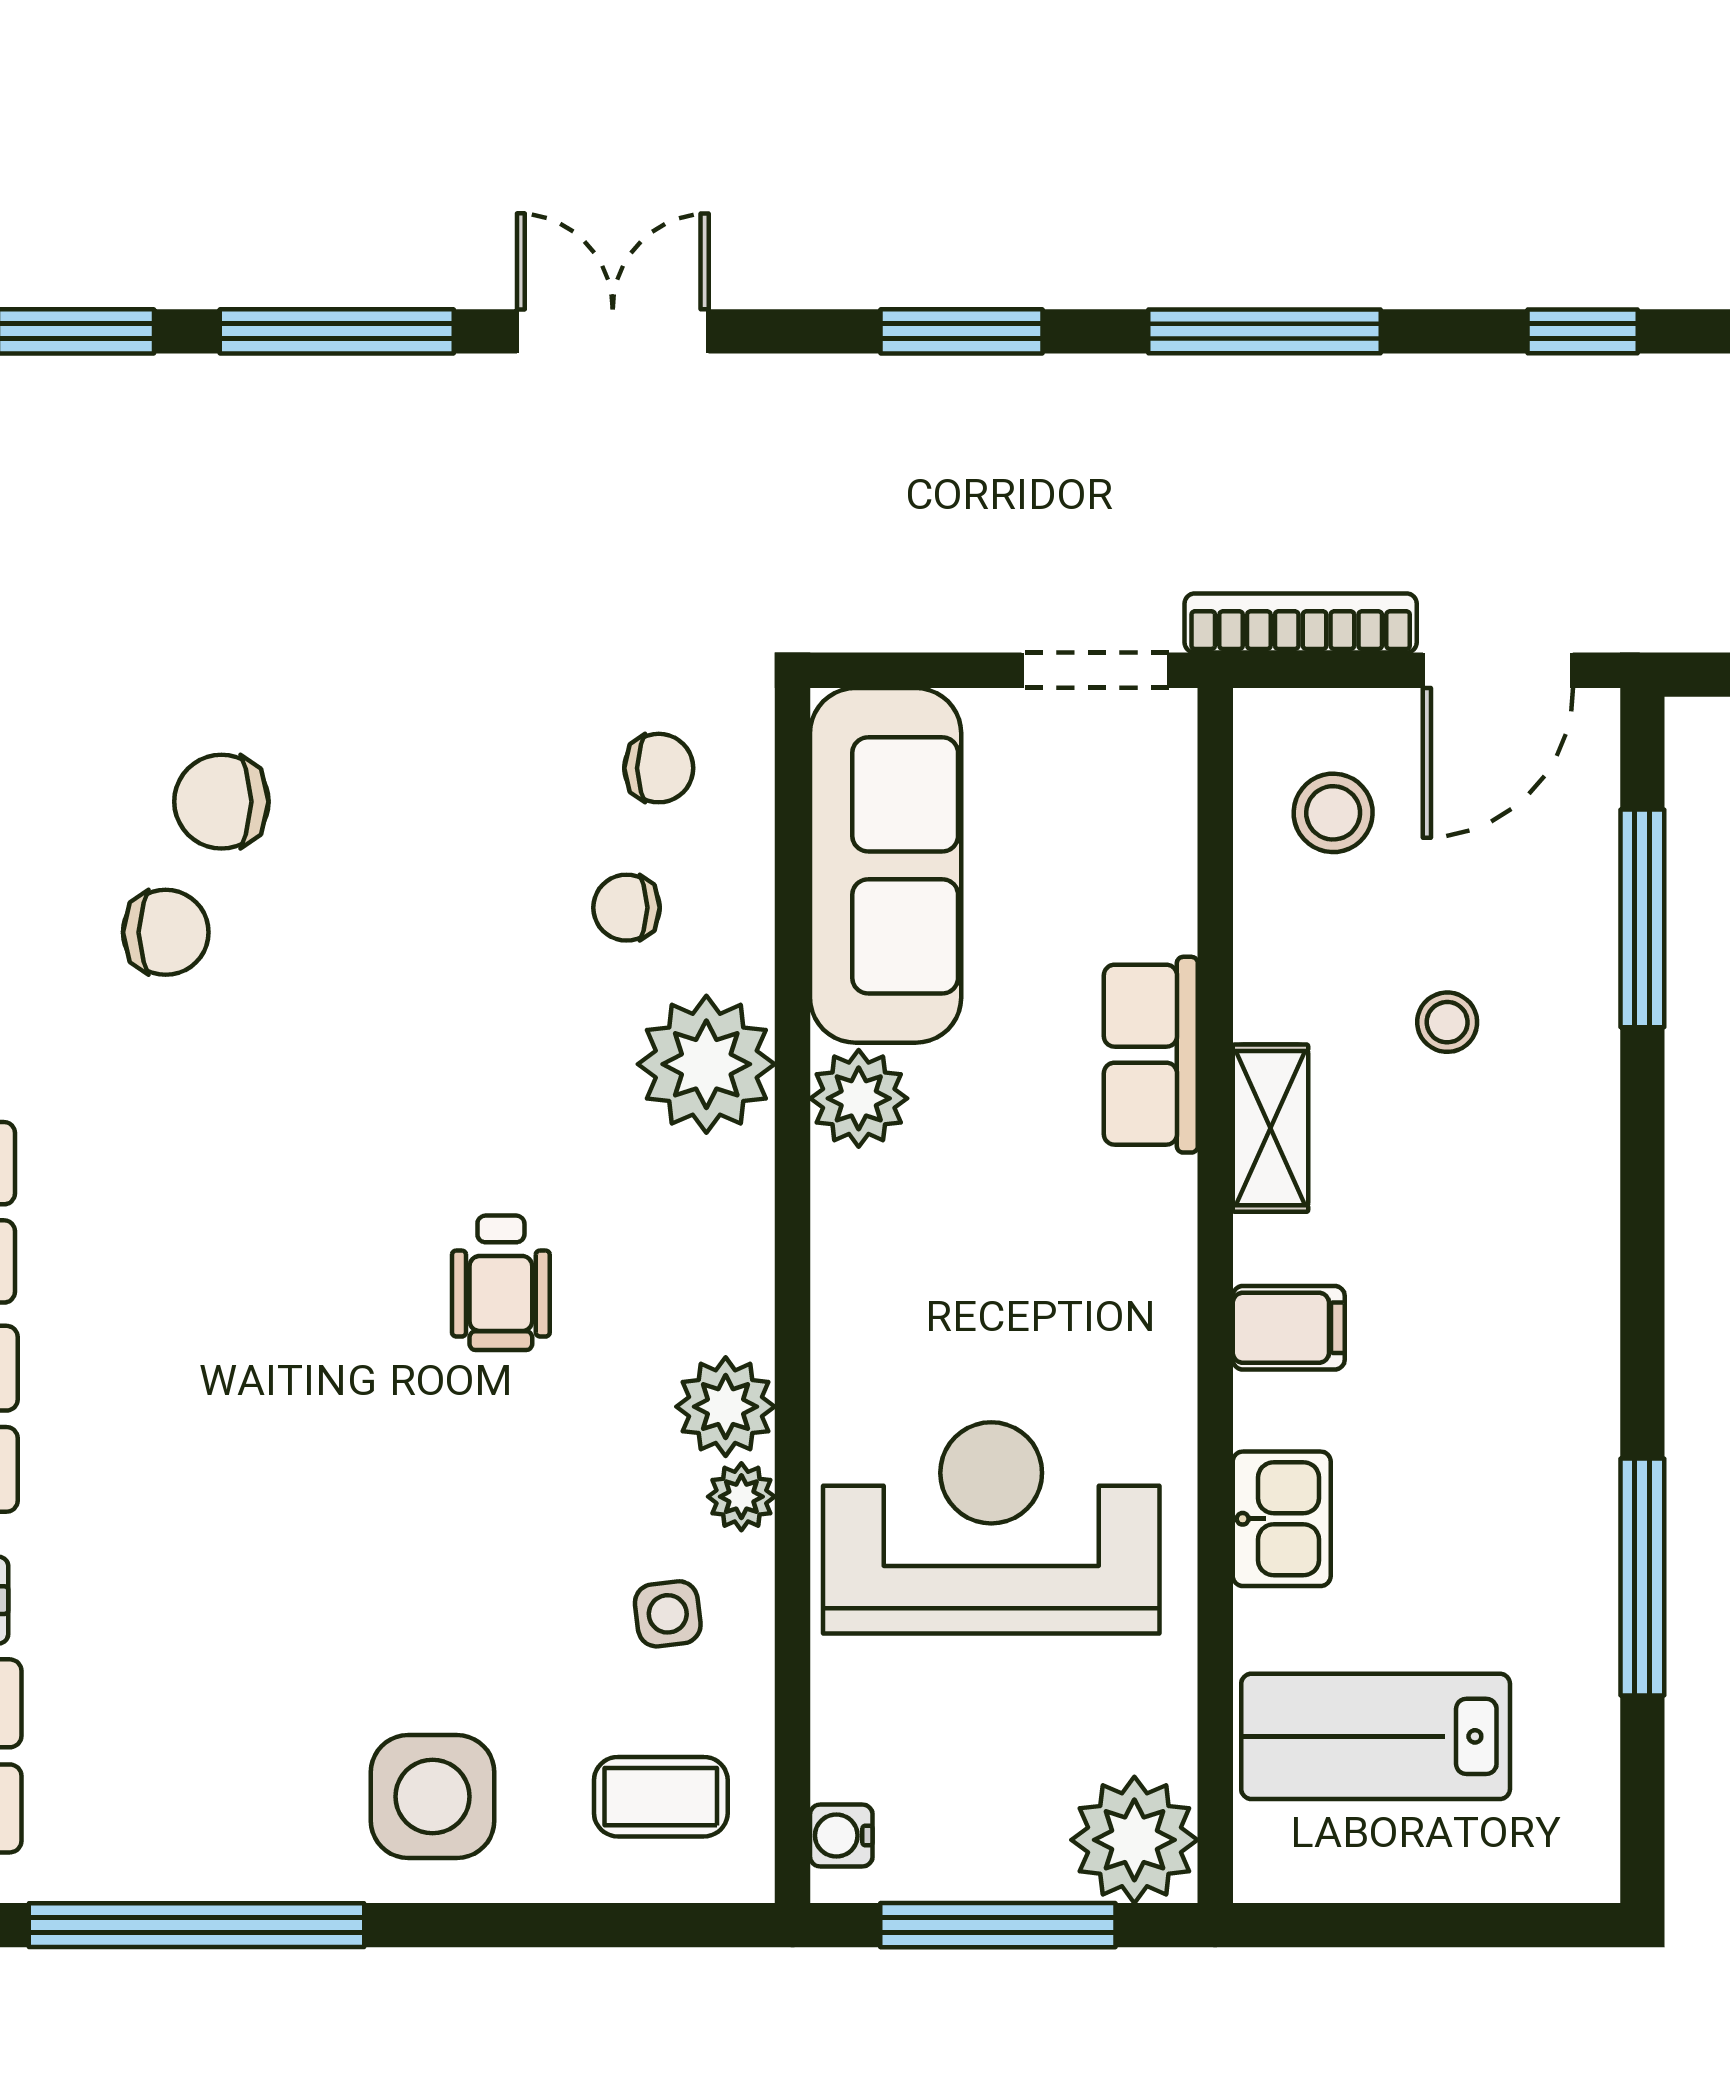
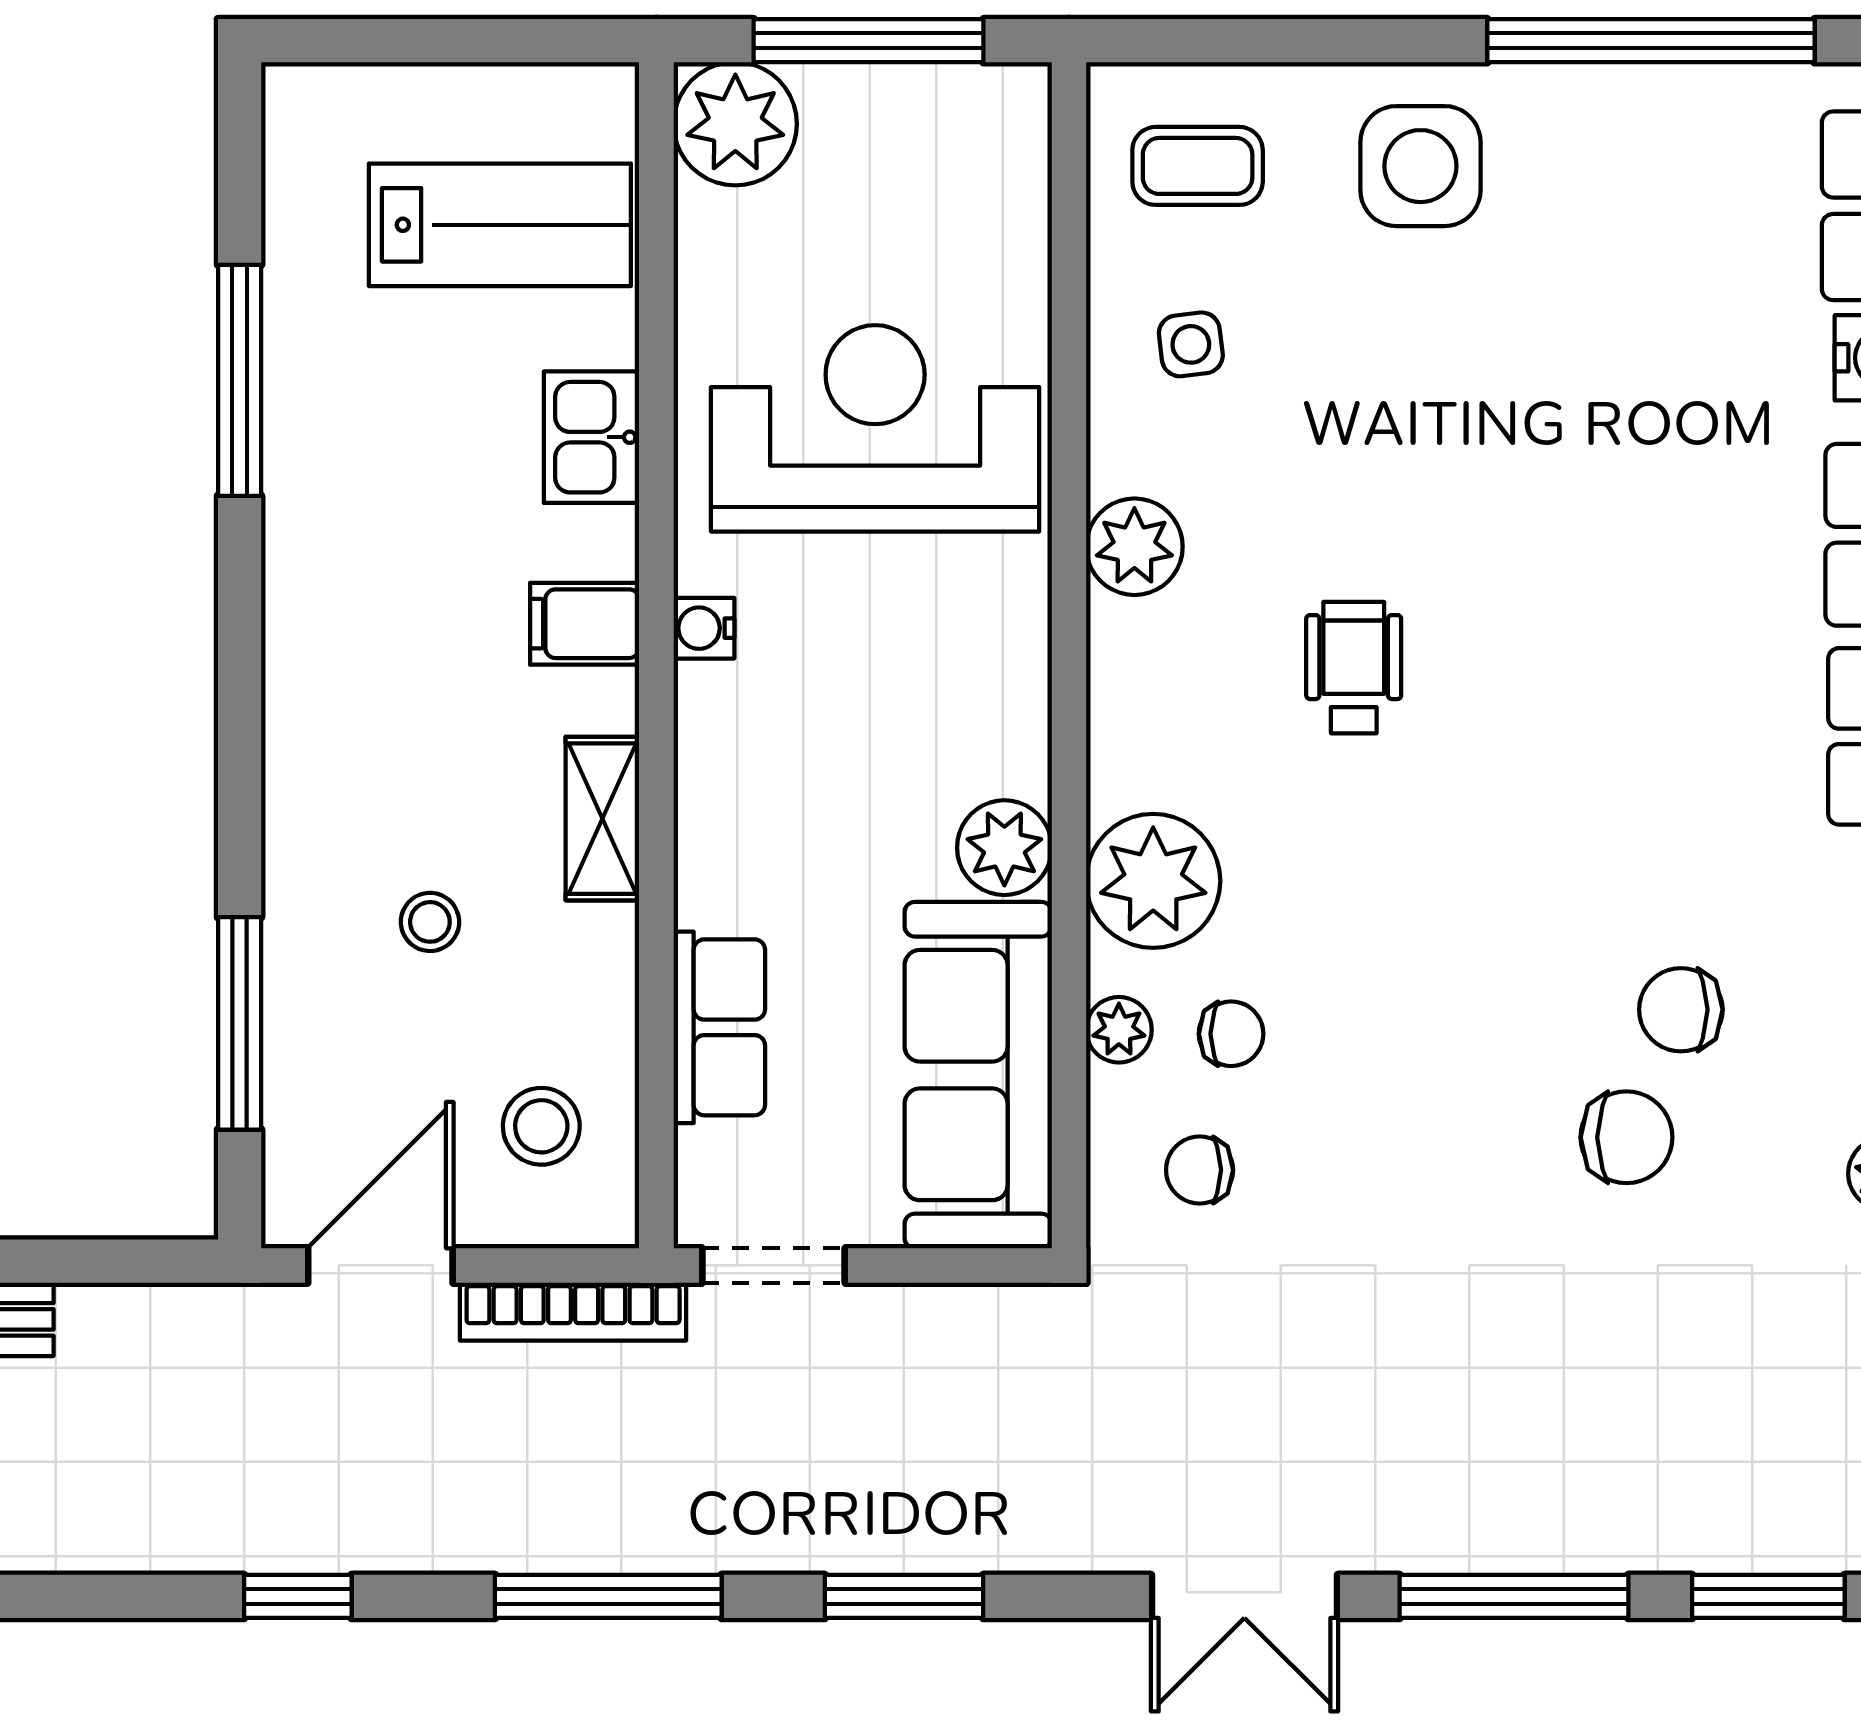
row of seats: (1151, 1055) -> (719, 1027), moved
plant: (741, 1497) -> (1119, 1030), moved
reception desk: (991, 1528) -> (875, 428), turned 180
water cooler: (841, 1836) -> (704, 628), moved, turned 180

